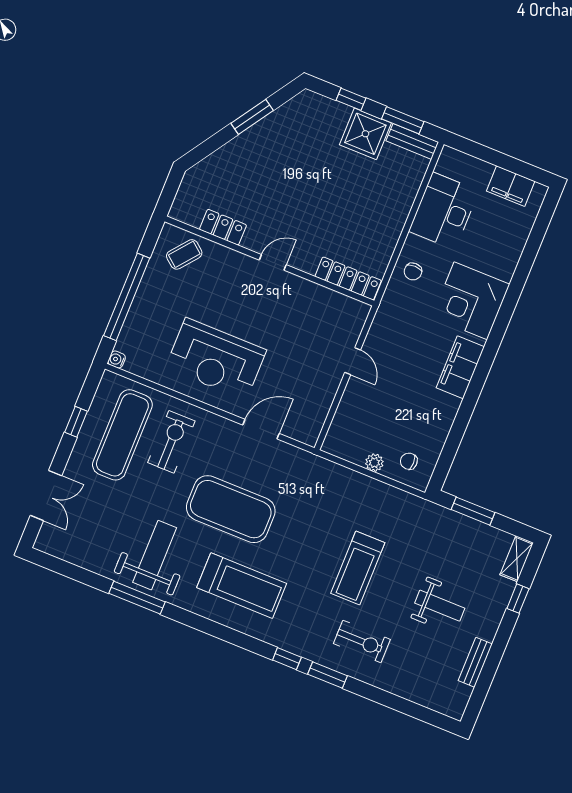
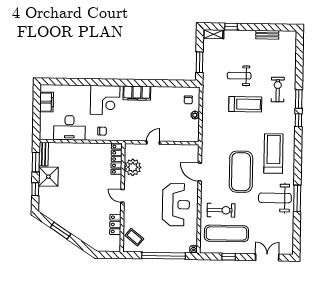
plant: (320, 304) -> (133, 167), added
exercise bike: (171, 442) -> (221, 210), turned 180
weight bench: (440, 606) -> (239, 76), moved, turned -90

